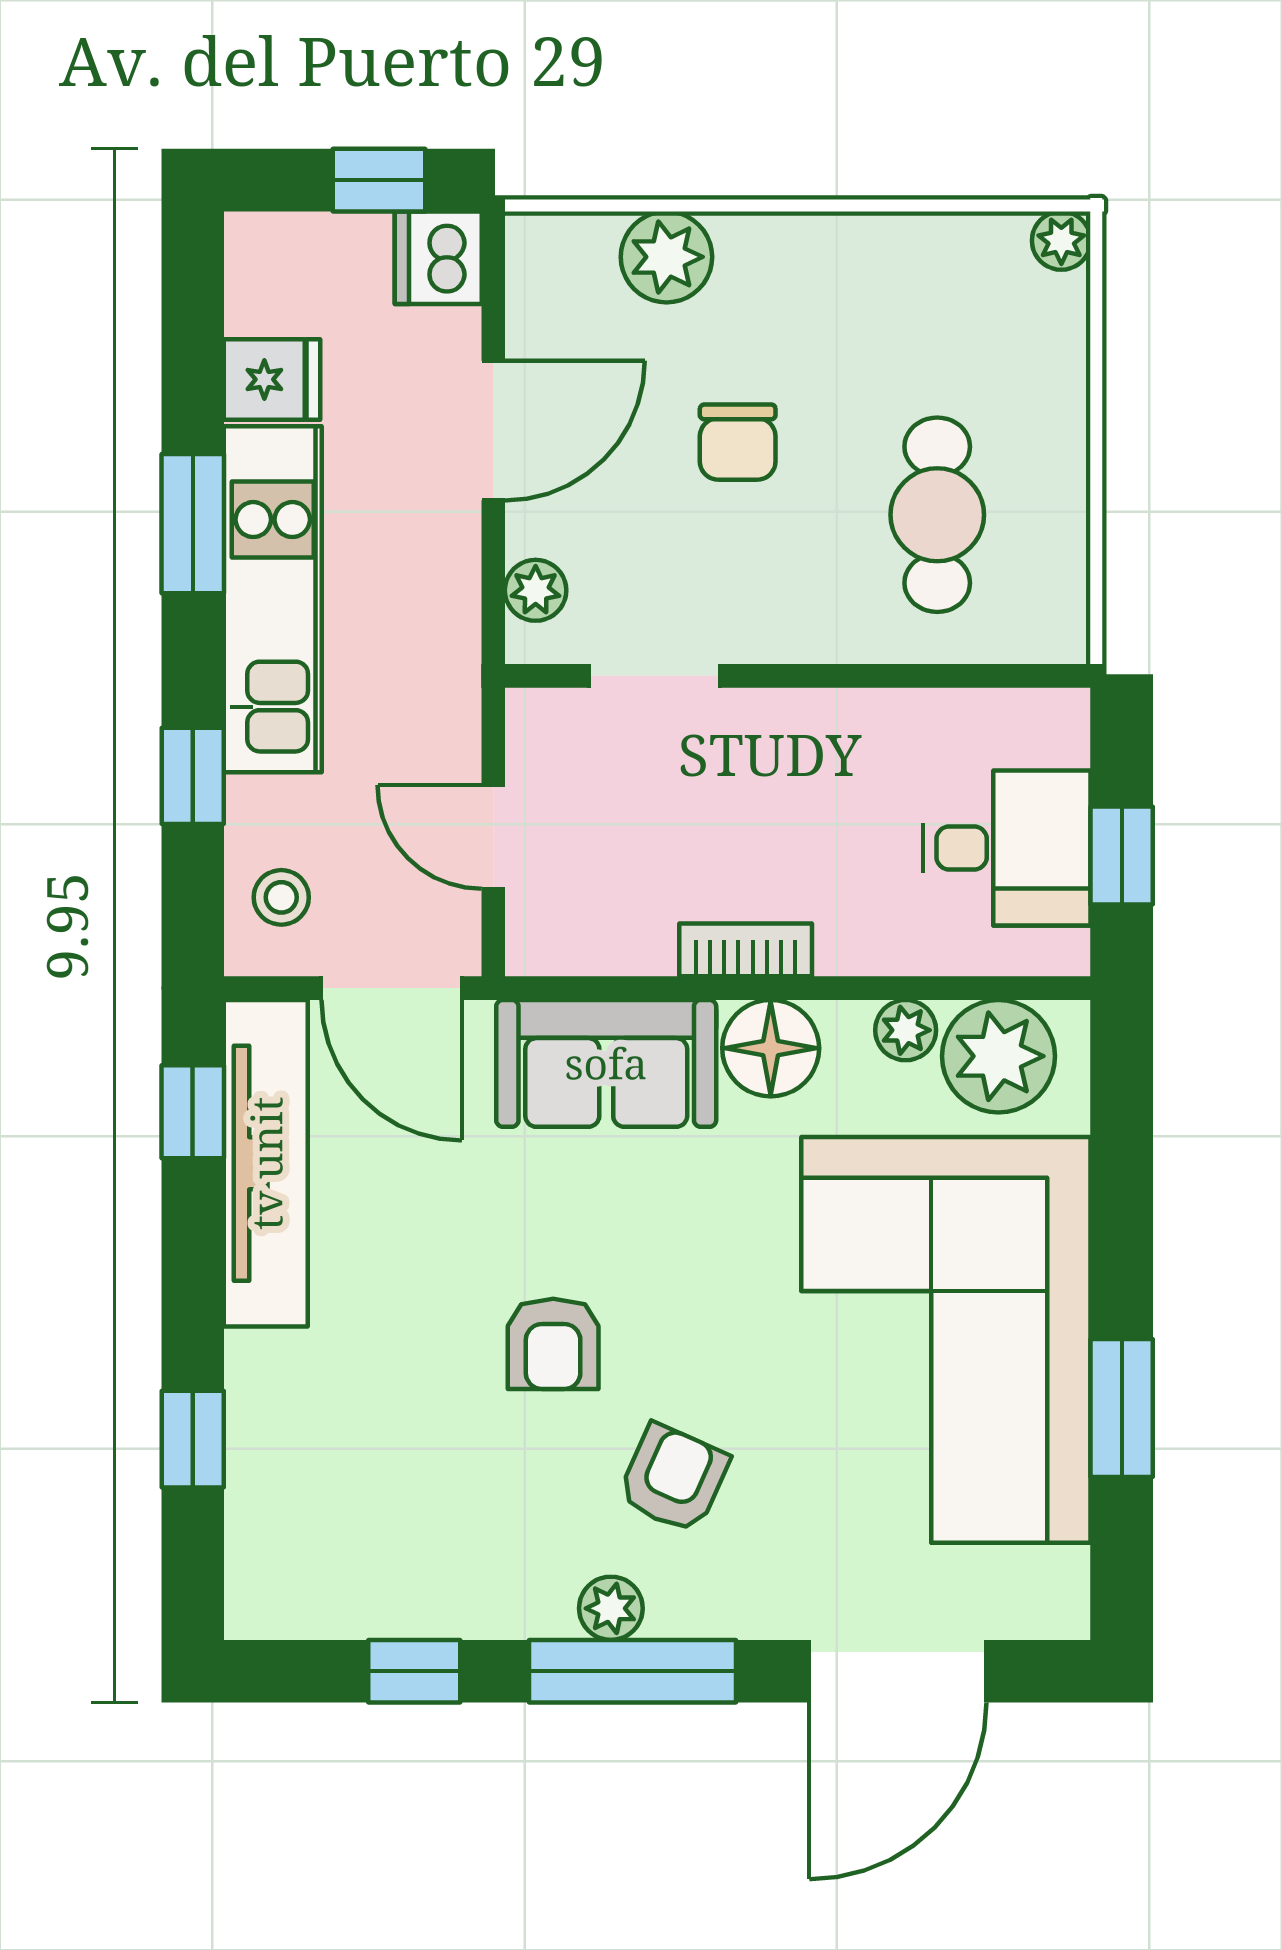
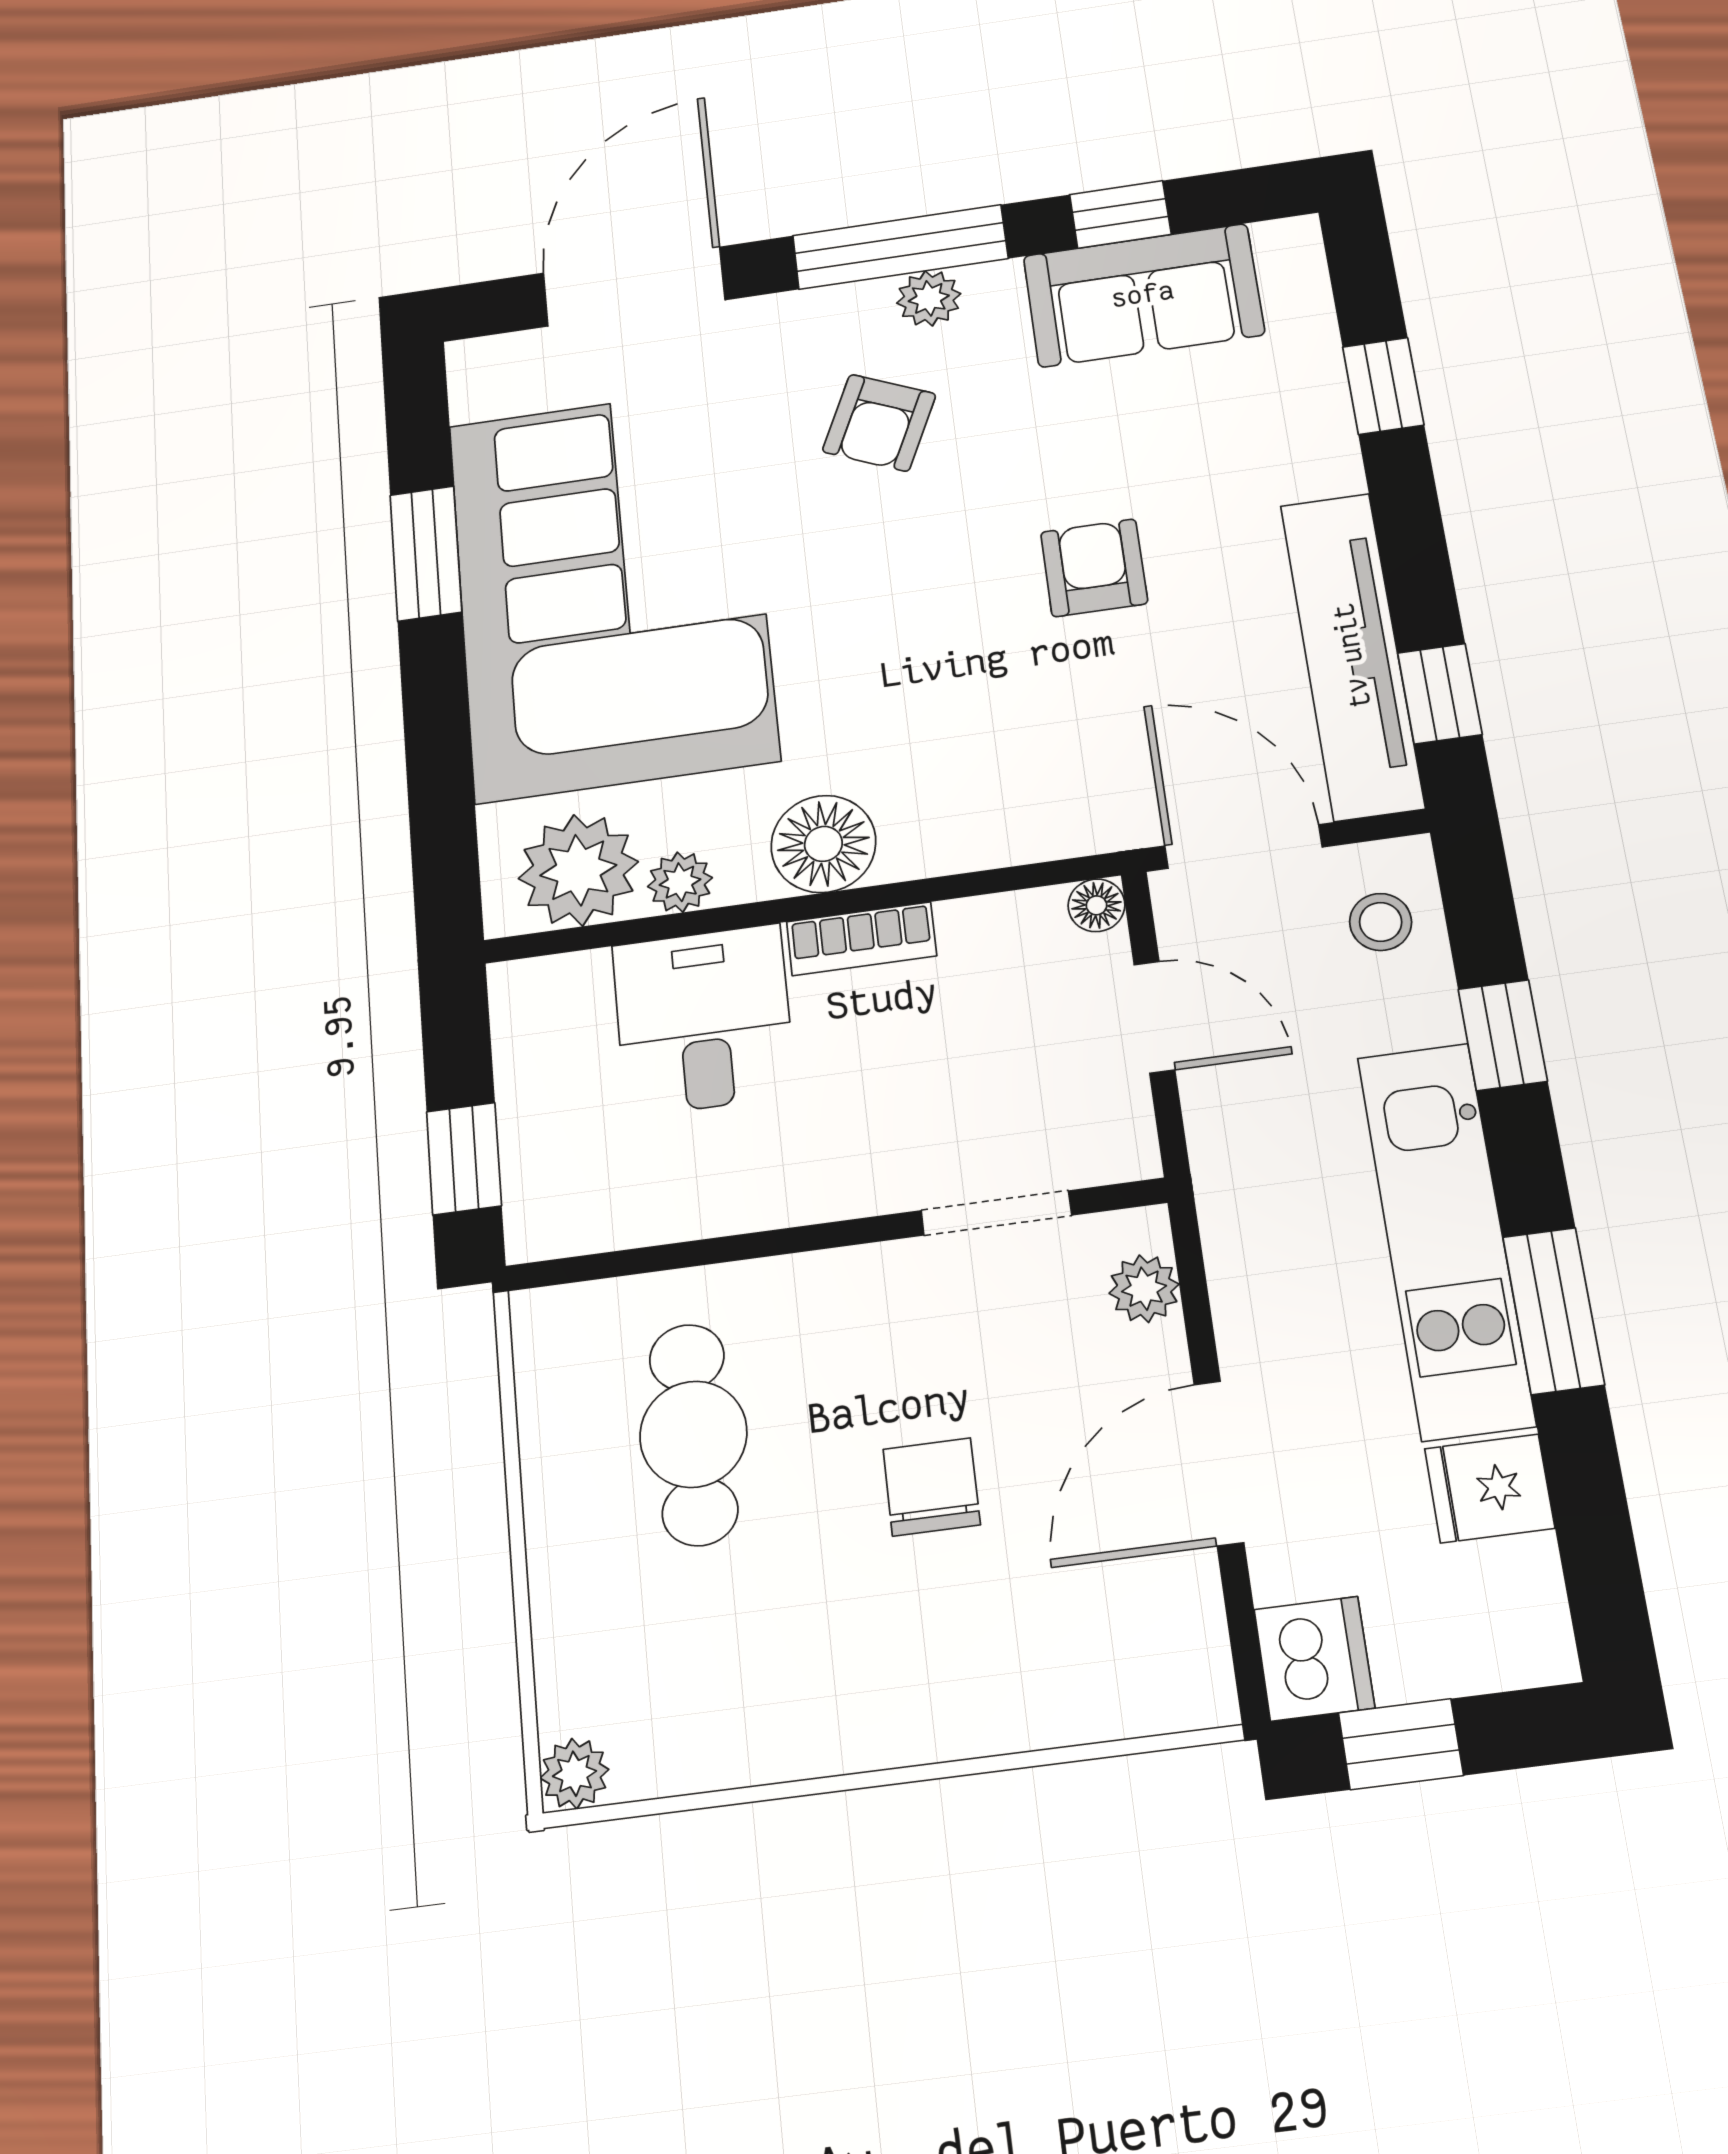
plant: (666, 257) -> (1041, 1694), removed
desk: (1007, 848) -> (704, 1020), moved, turned 90
window: (1122, 856) -> (464, 1159), moved
floor lamp: (531, 951) -> (1096, 905), added
sofa: (606, 1063) -> (1143, 295), moved, turned 180
armchair: (553, 1344) -> (1094, 568), moved

